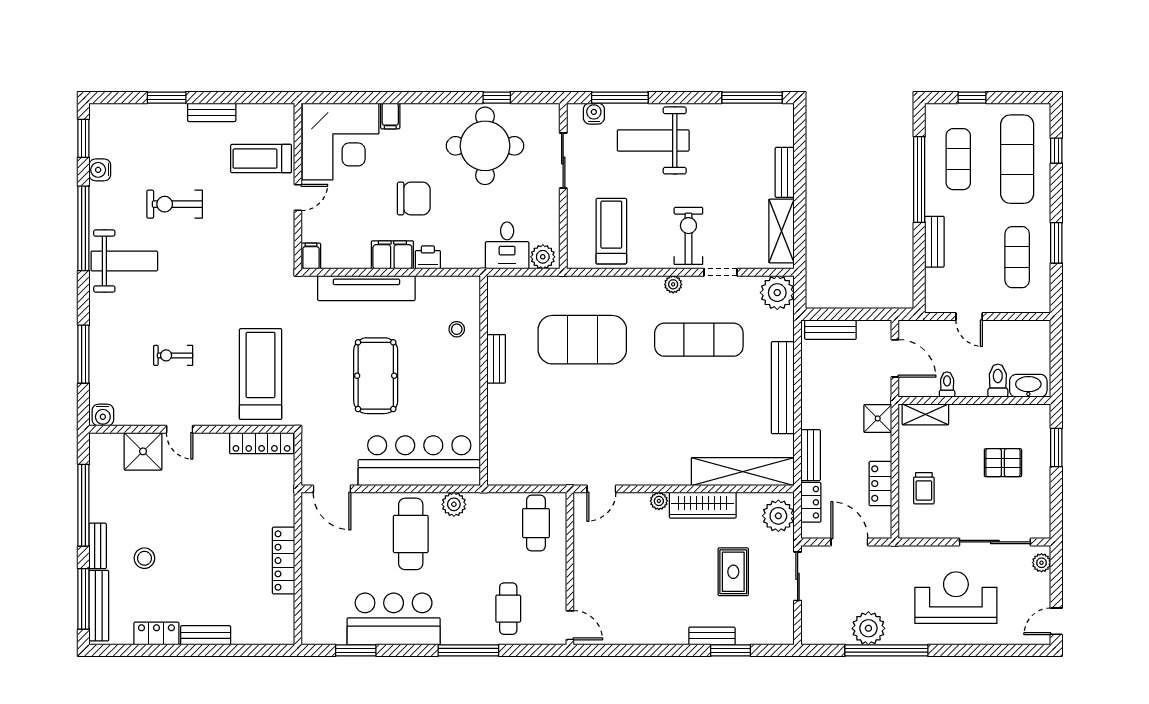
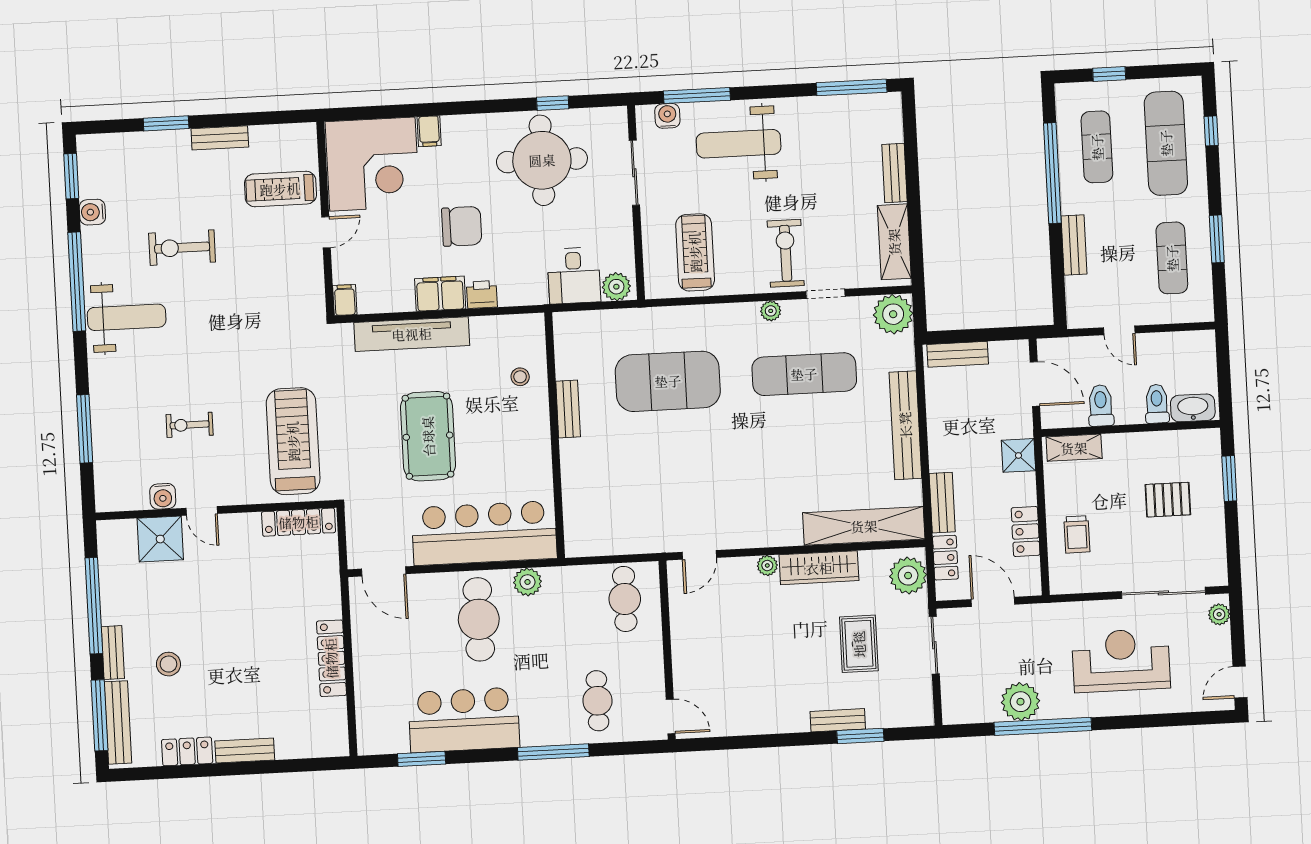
toilet: (947, 384) -> (1101, 405), width x1.37, depth x1.39
water cooler: (103, 415) -> (163, 496), moved

